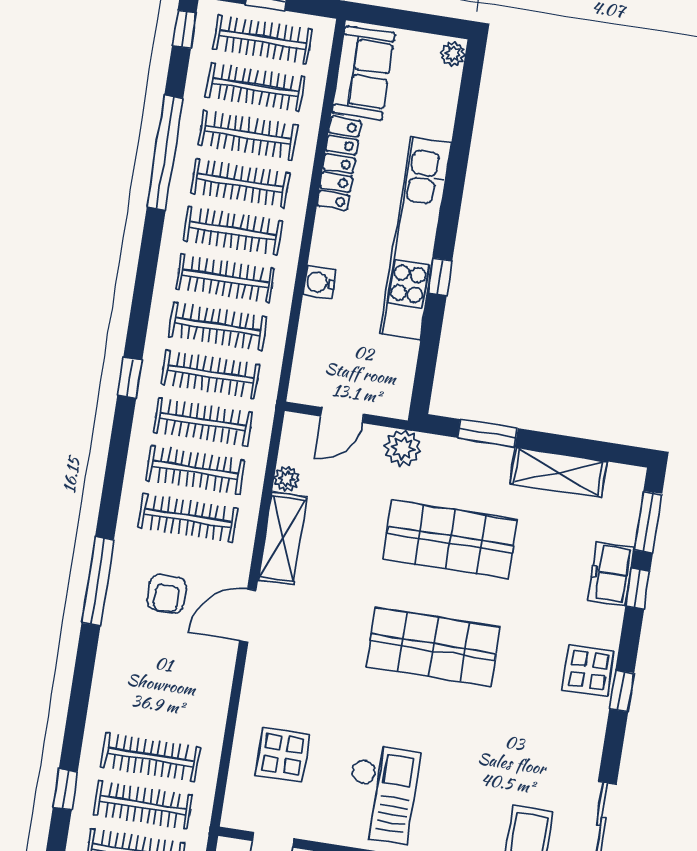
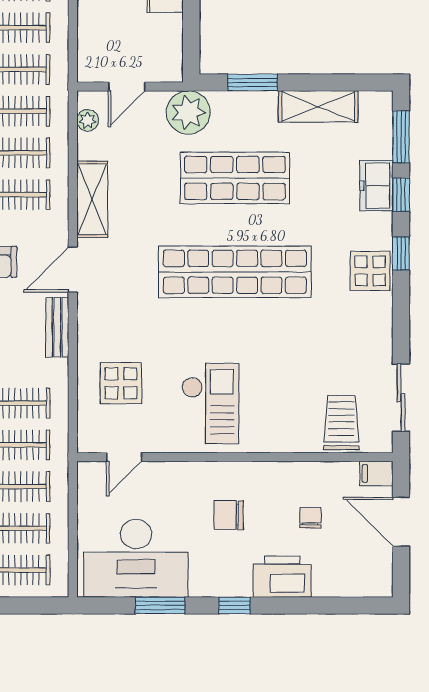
plant: (403, 448) -> (188, 112), width x1.36, depth x1.36
plant: (287, 479) -> (88, 120), moved
shop shelf: (433, 647) -> (235, 272), width x1.40
bench: (220, 679) -> (57, 327), added
window: (622, 691) -> (401, 253), moved

